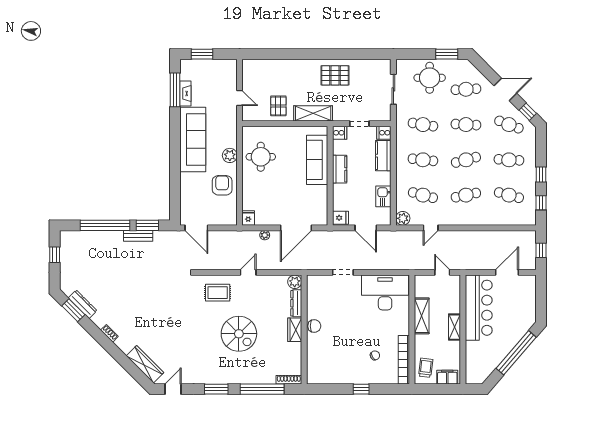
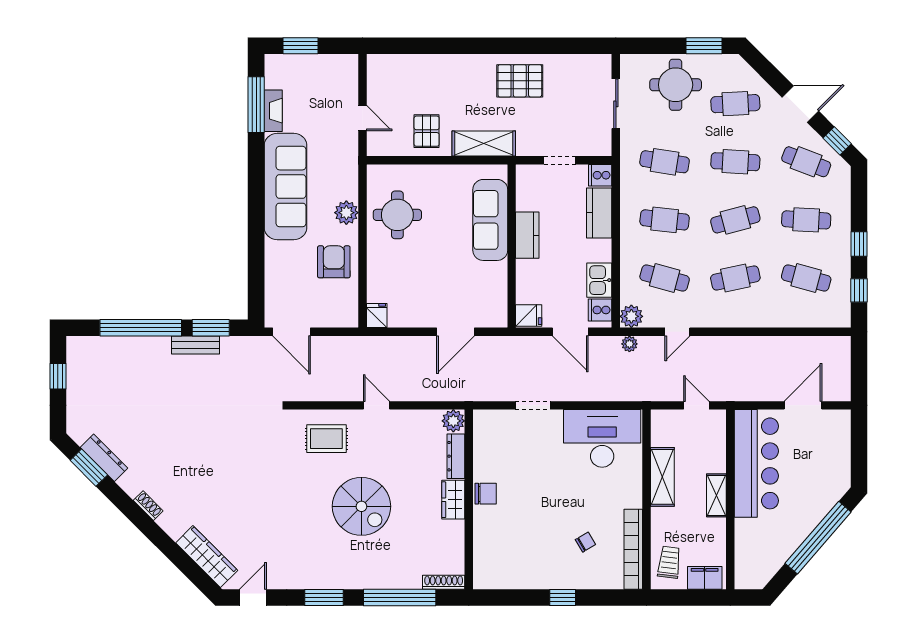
cooker: (340, 133) -> (600, 310), moved, turned 180
door: (296, 228) -> (455, 332), width x0.73
plant: (265, 235) -> (629, 344), moved
window: (541, 250) -> (859, 369), removed
door: (248, 272) -> (376, 405), hinge flipped

